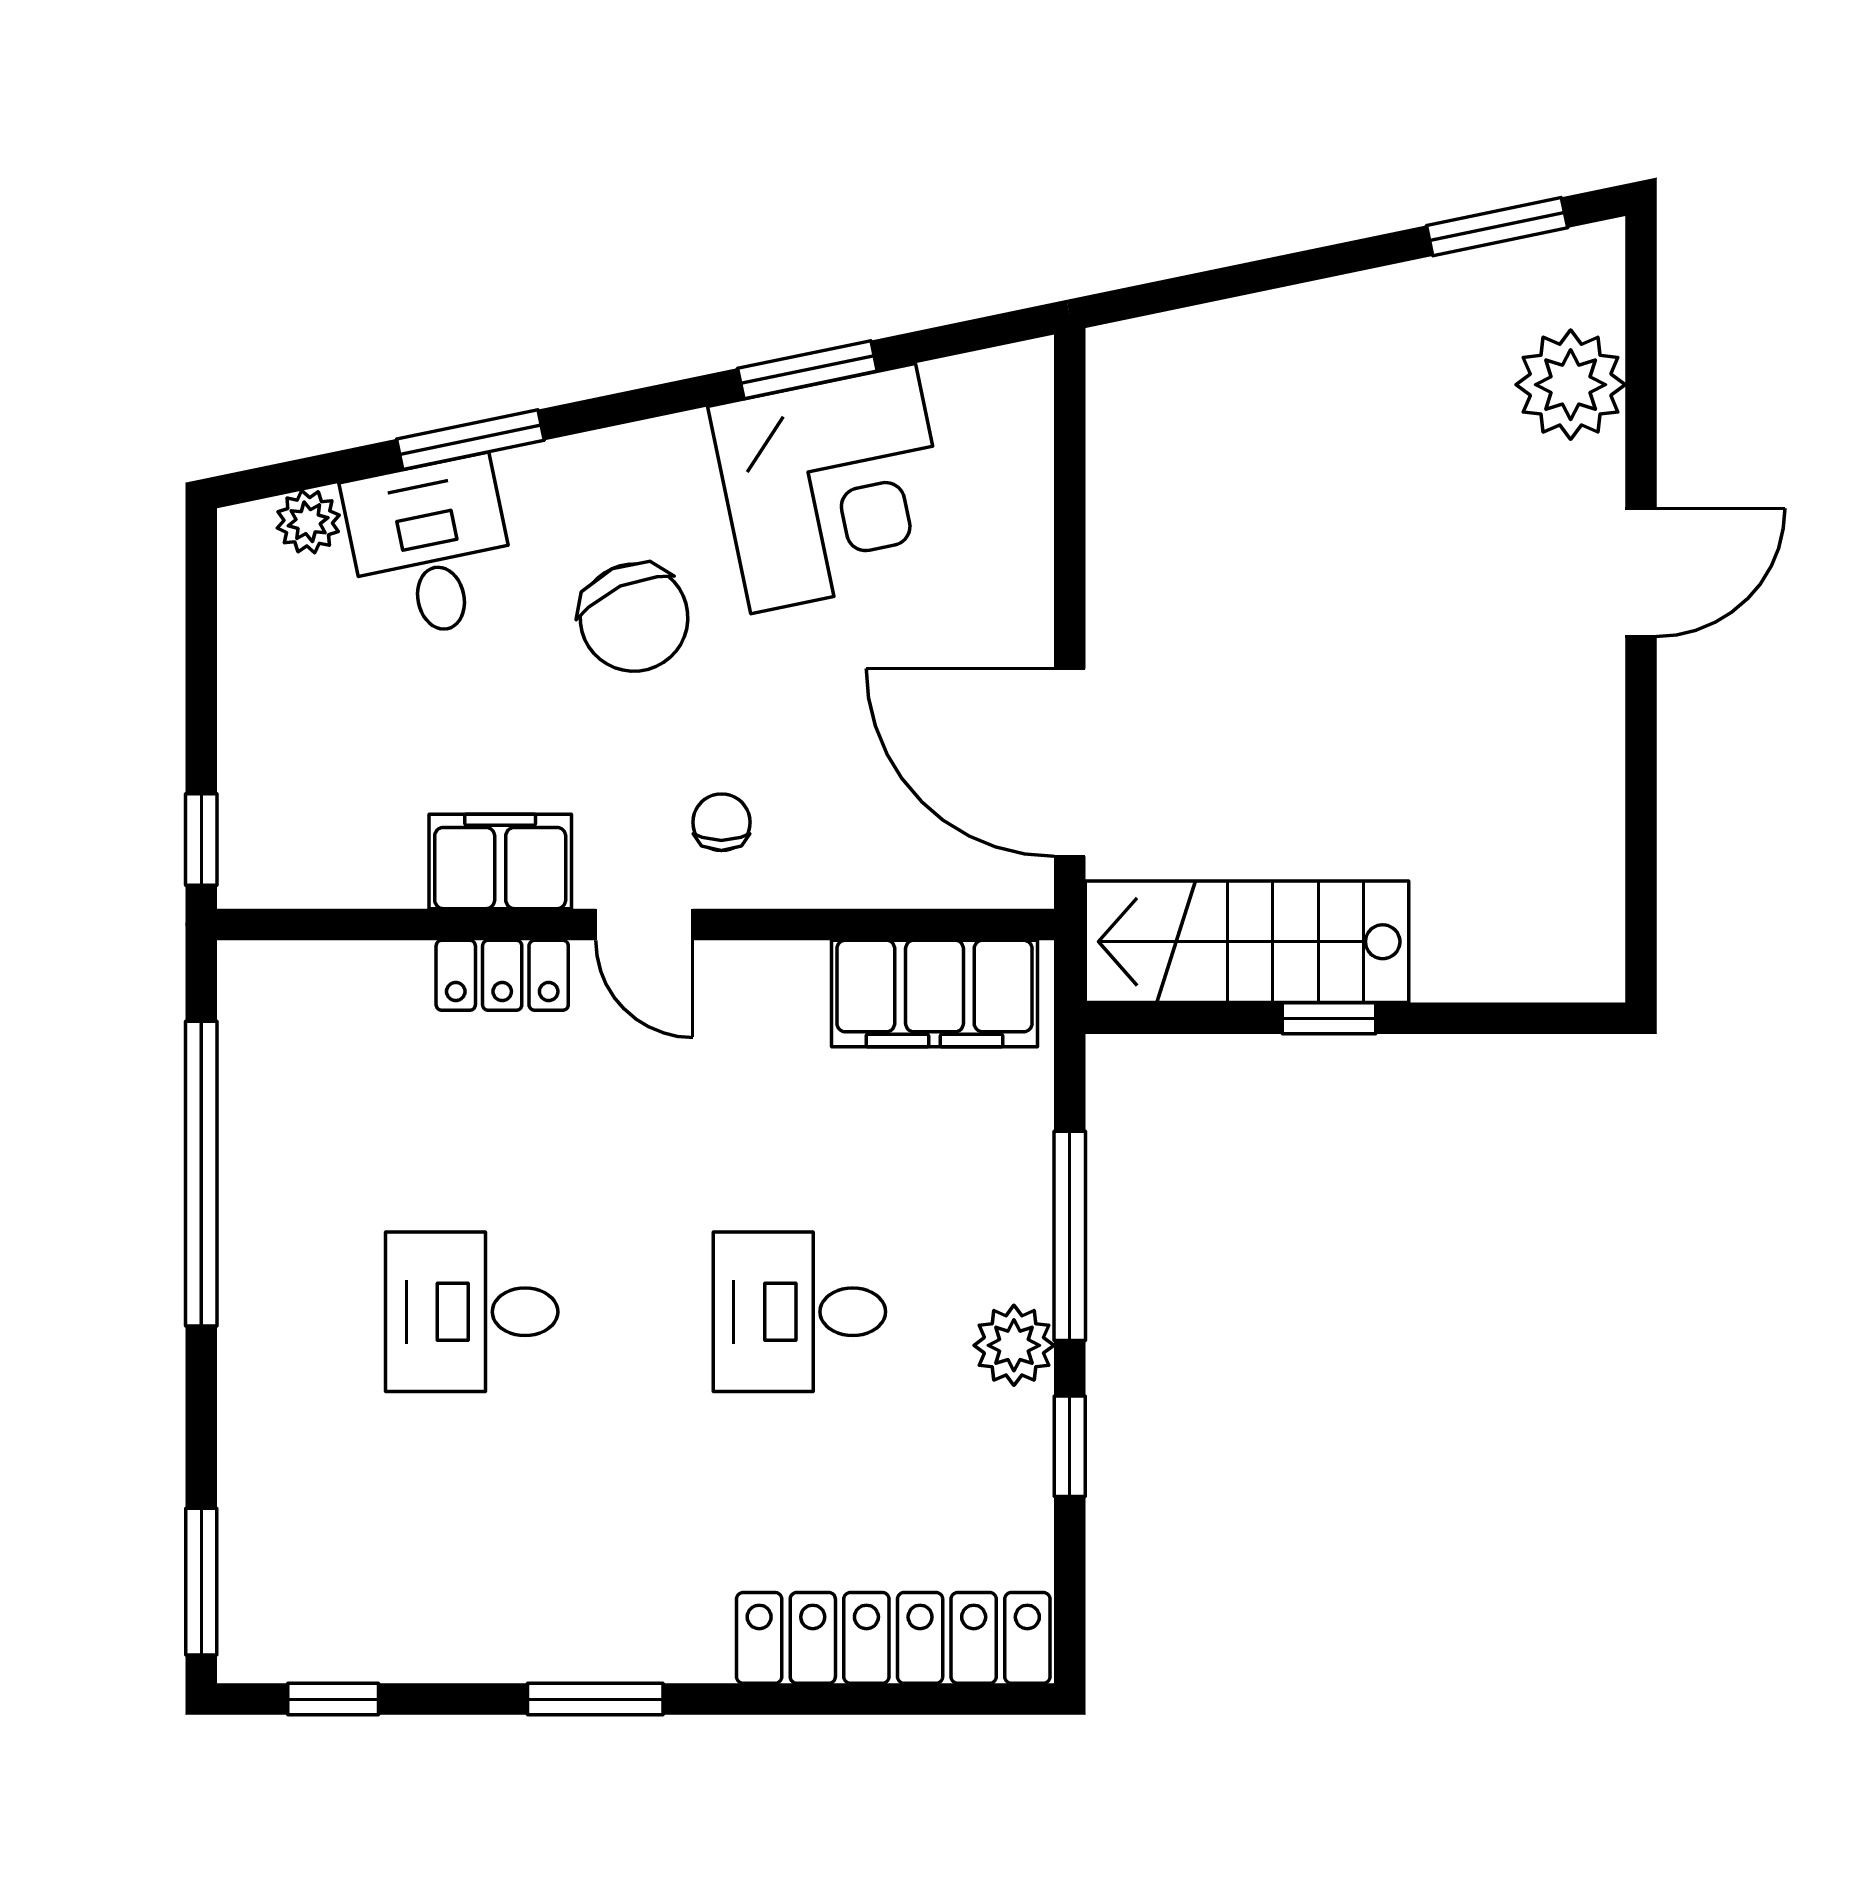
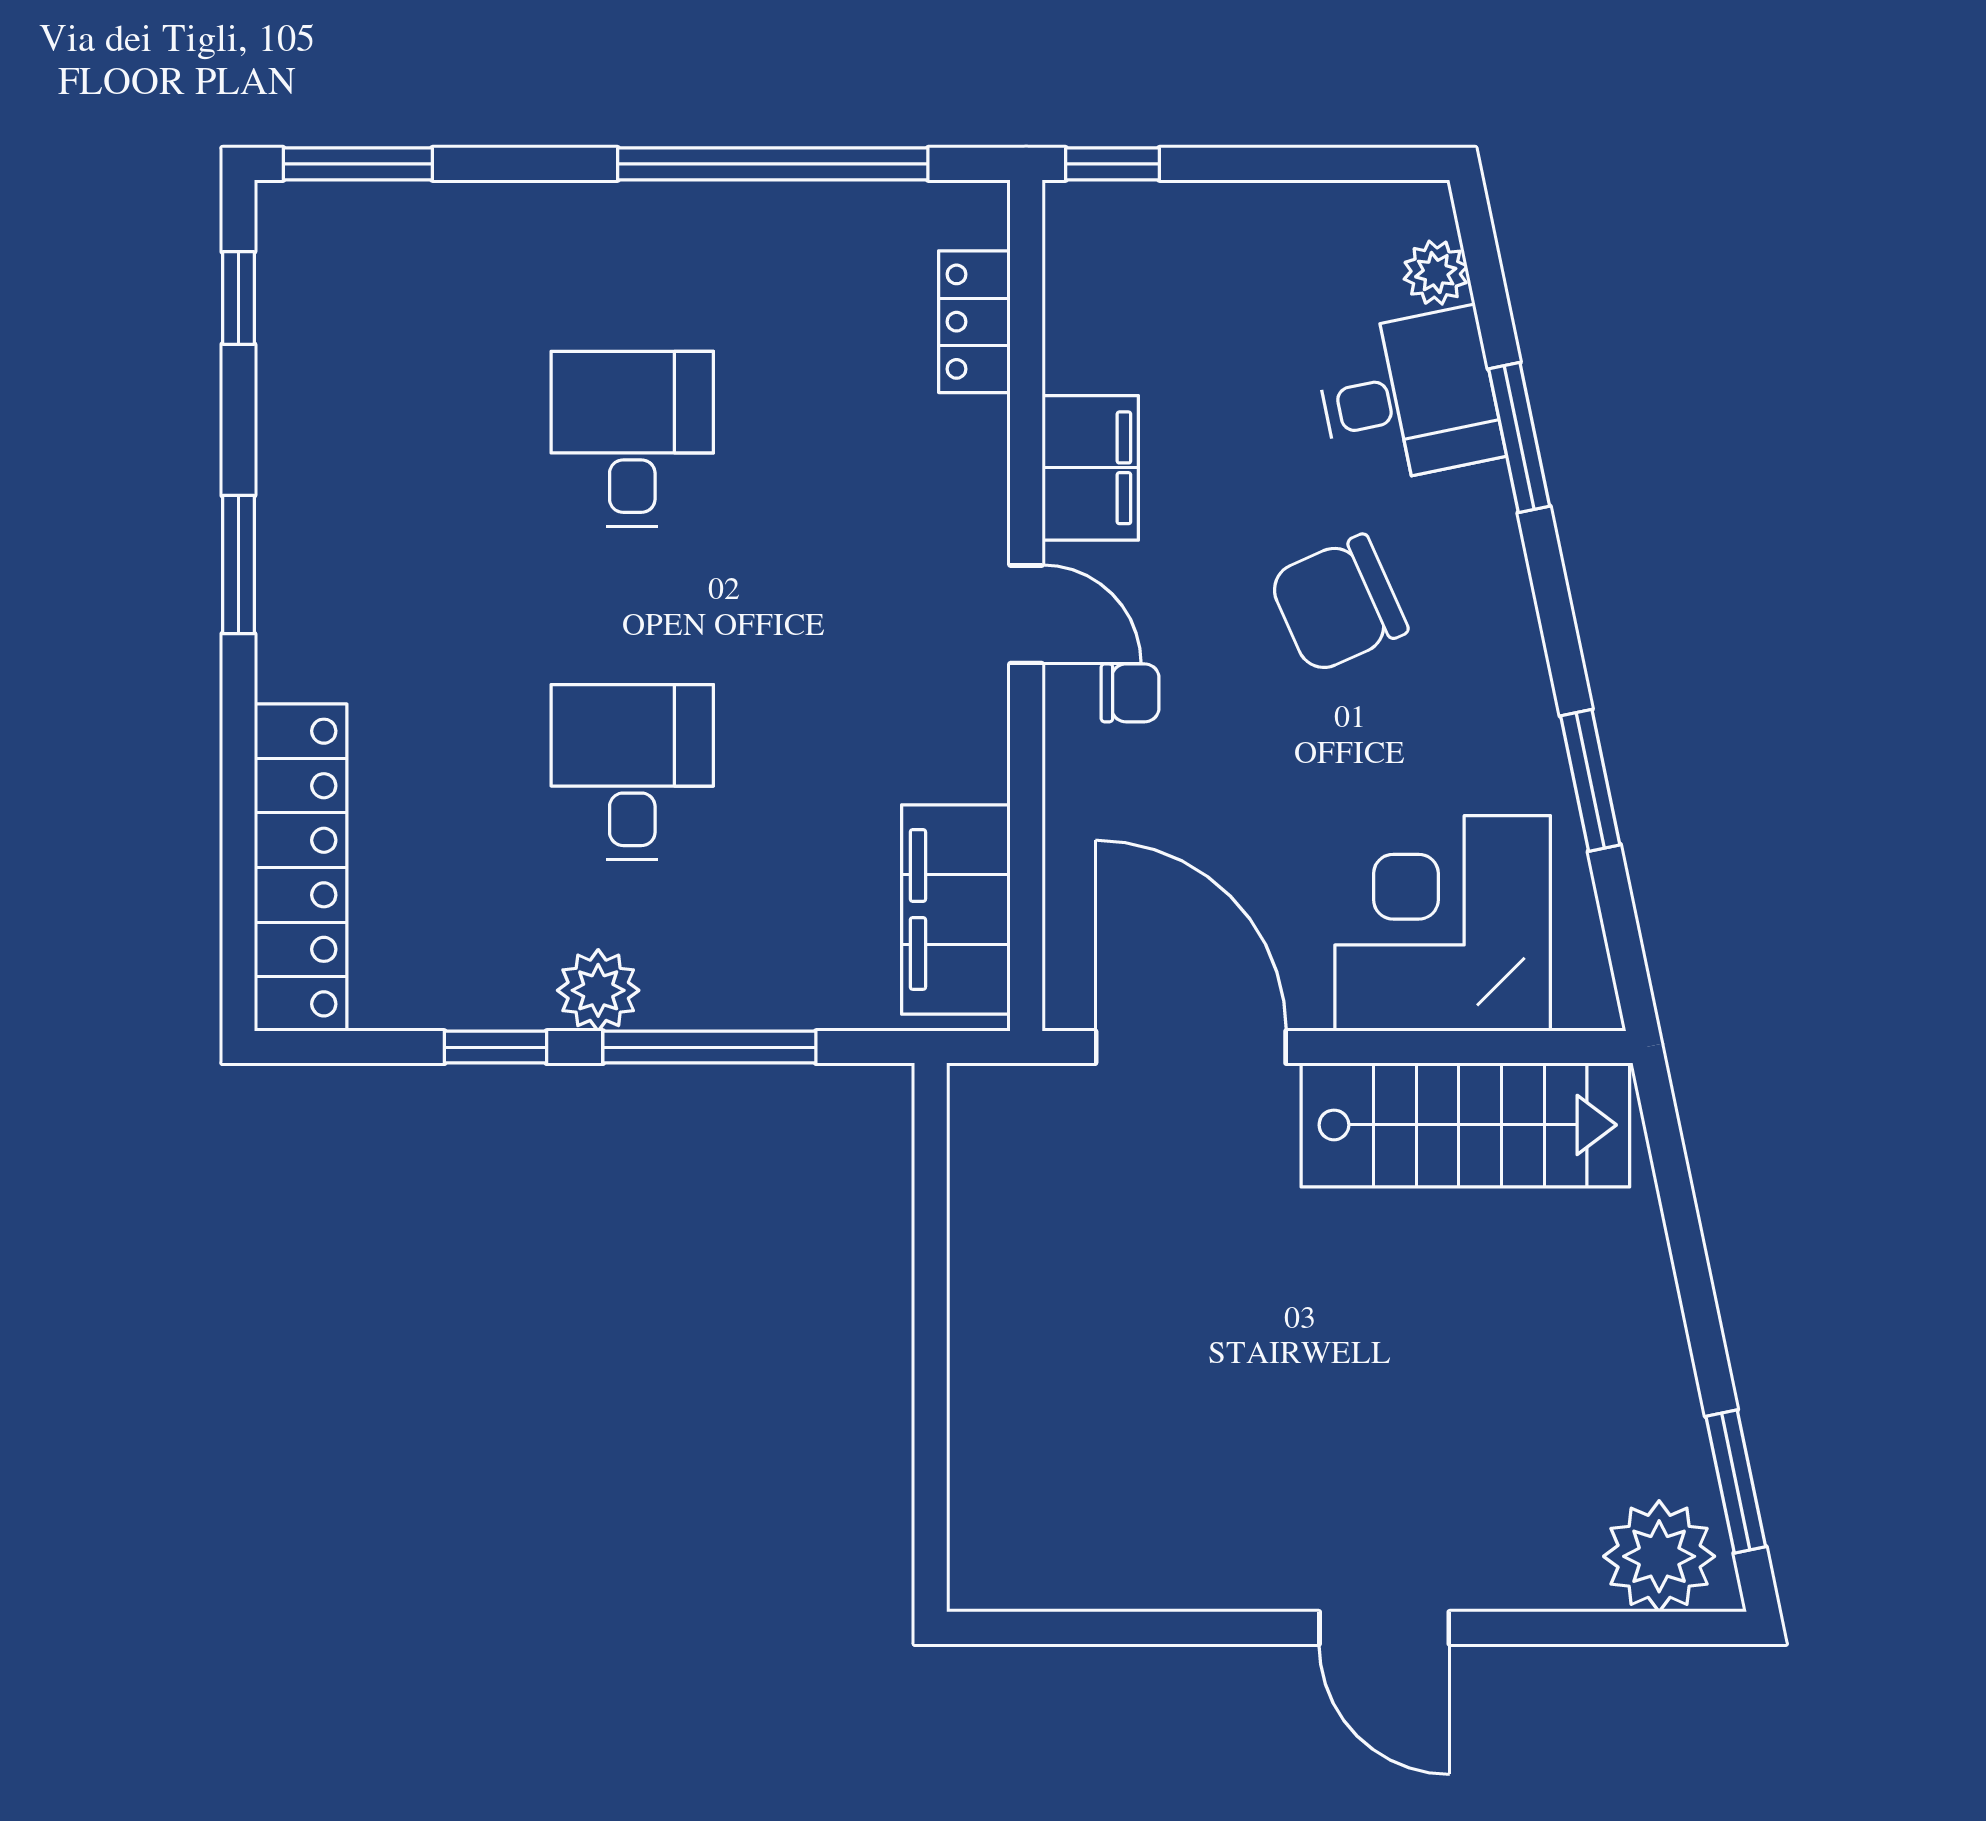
plant: (1571, 385) -> (1659, 1556), moved
corner desk: (833, 489) -> (1443, 923), moved, turned 102
door: (1070, 762) -> (1191, 1047), hinge flipped
door: (644, 924) -> (1026, 614), swing flipped
stairs: (1247, 942) -> (1465, 1125), moved, turned 90
locker: (502, 975) -> (974, 322), moved
window: (1329, 1018) -> (931, 1311), removed

